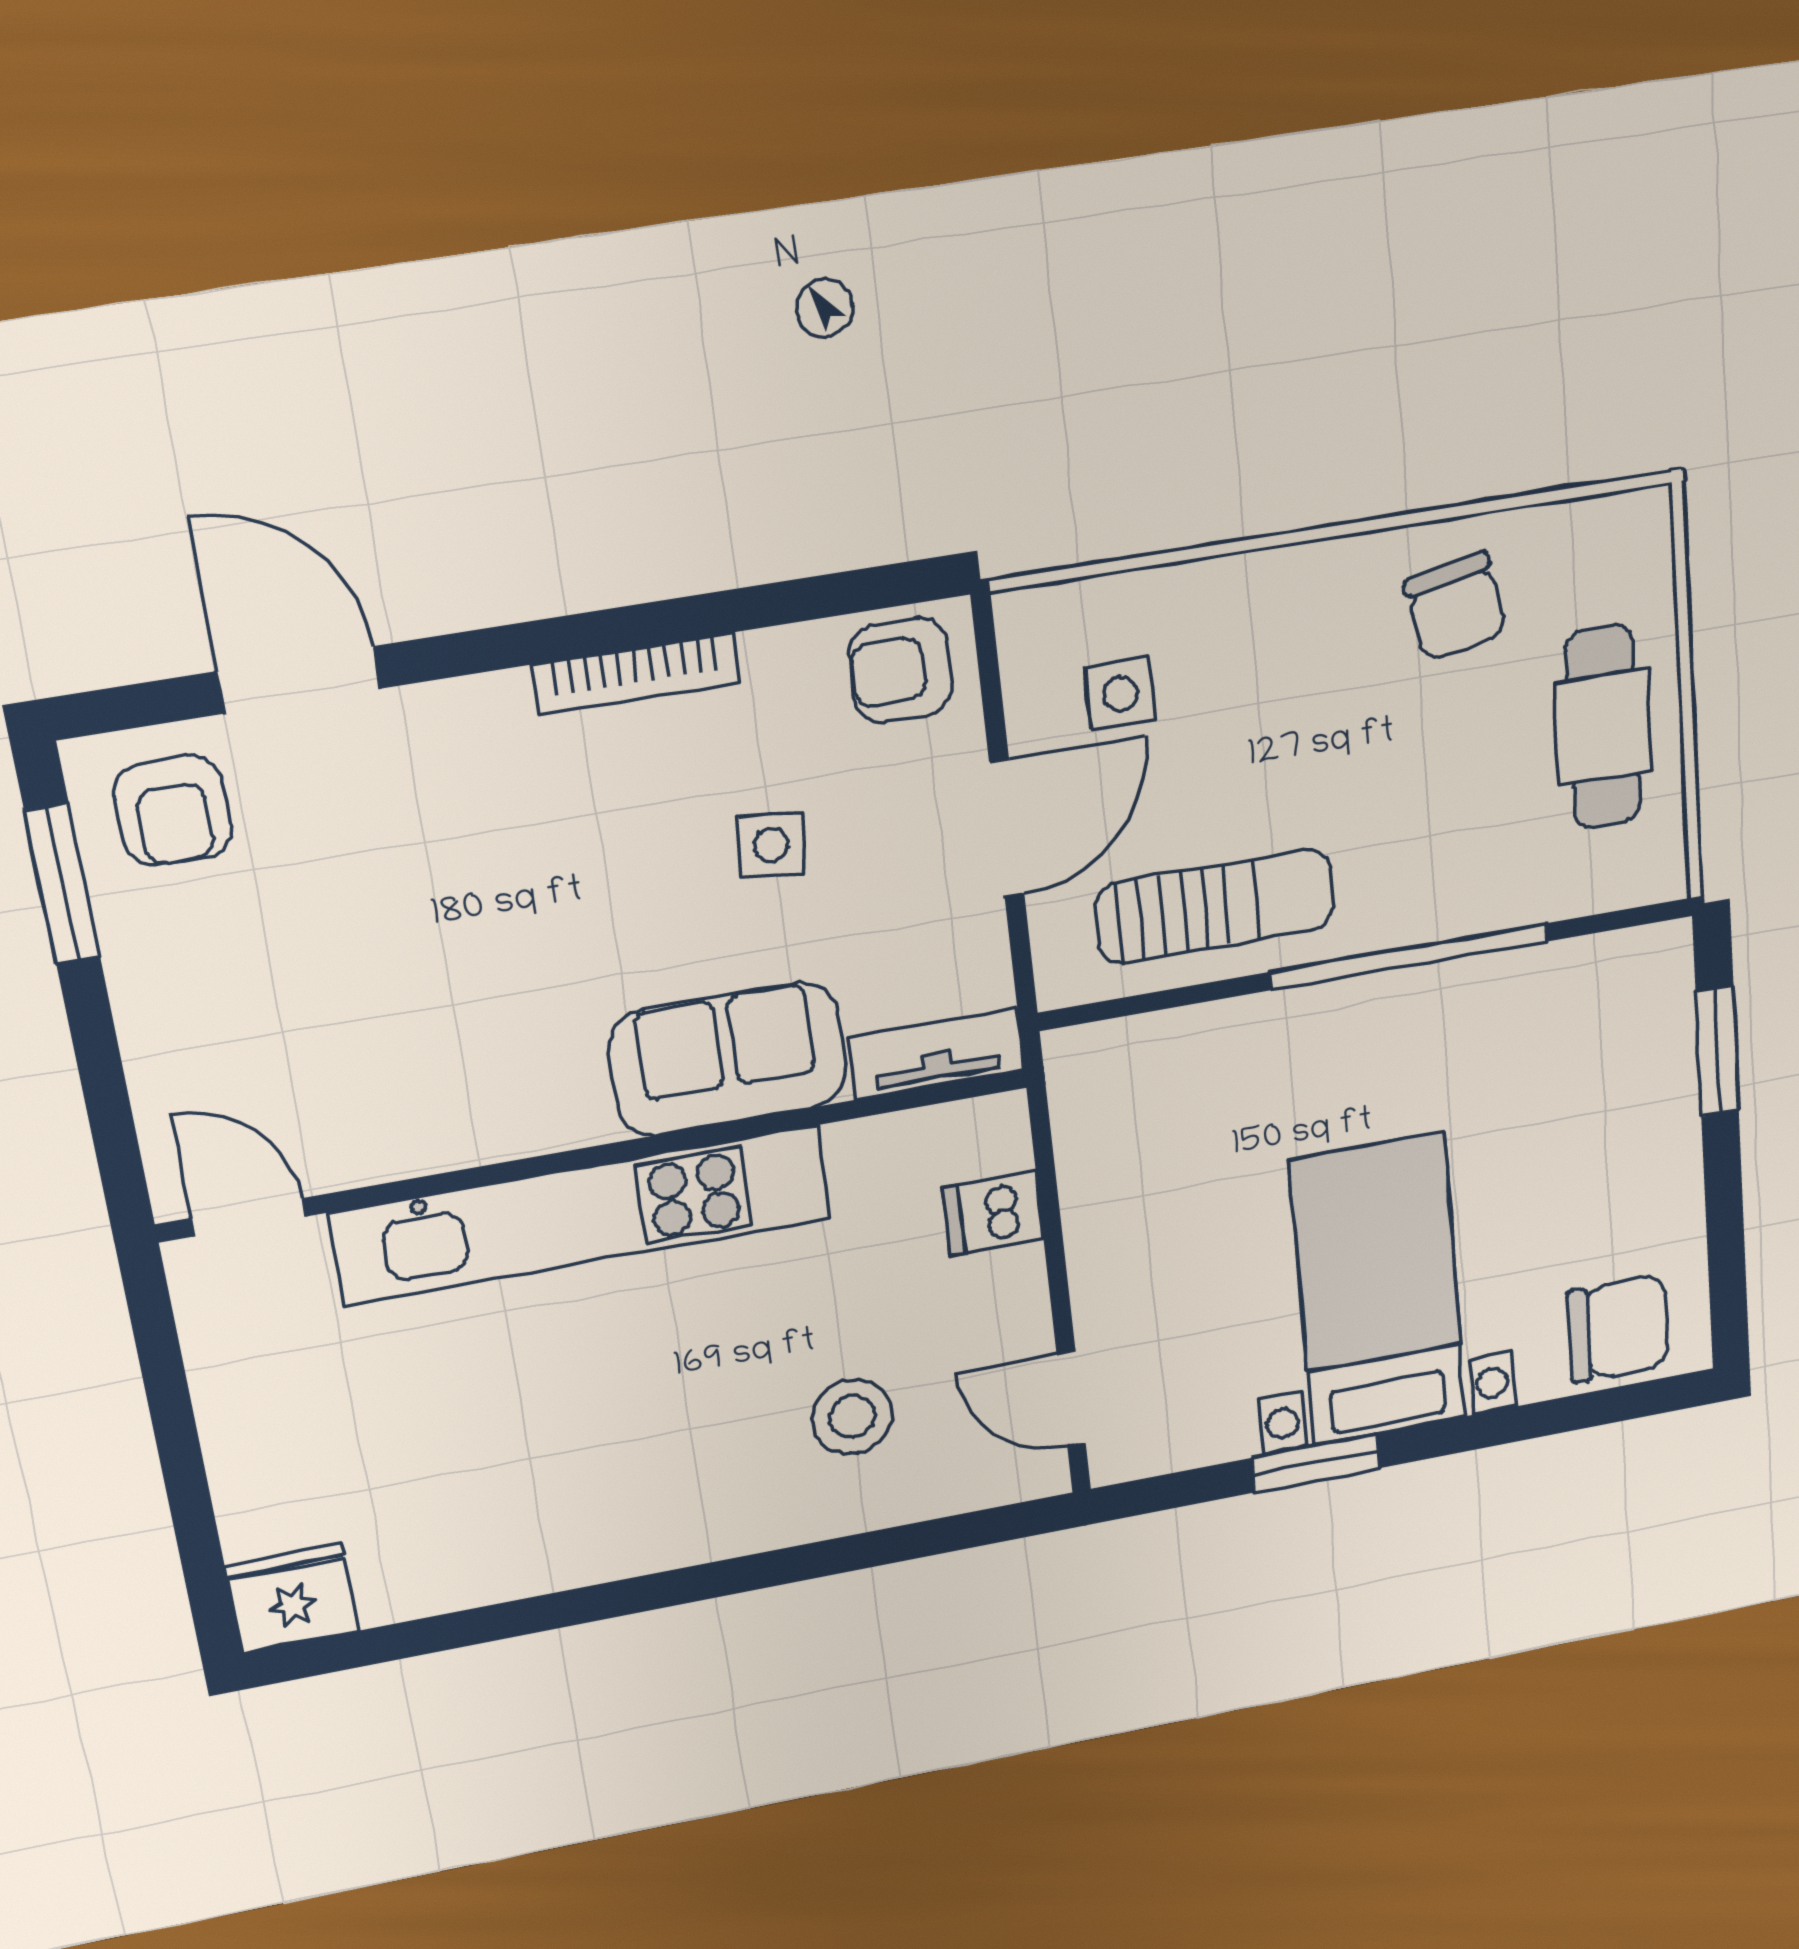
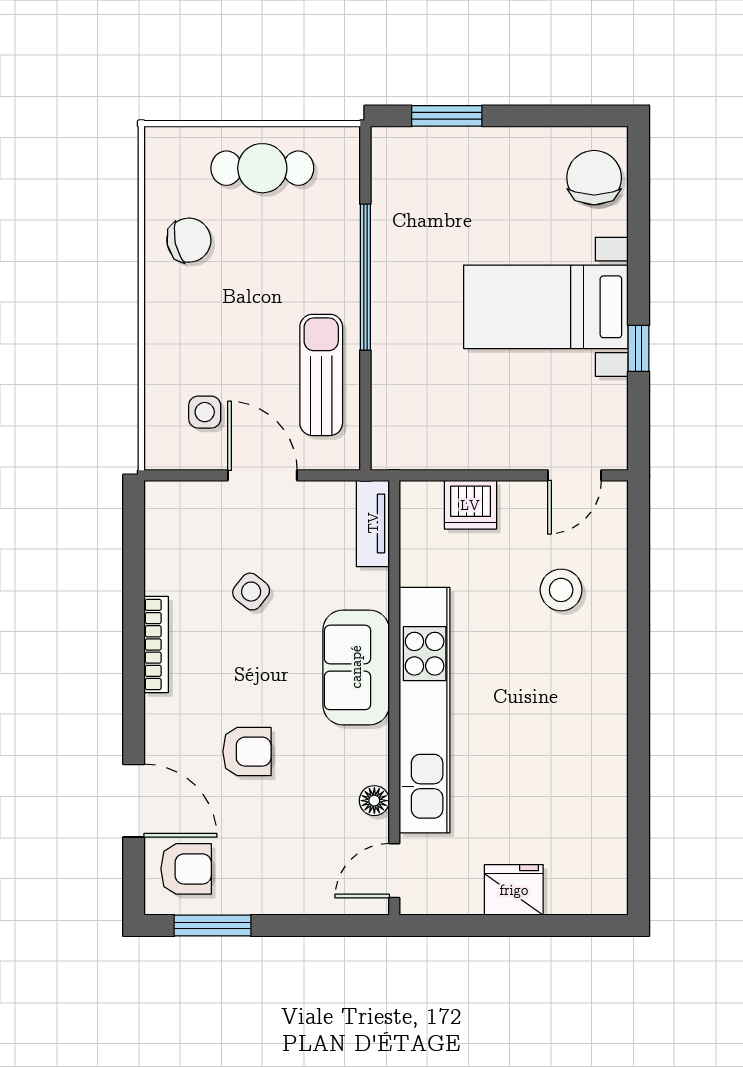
armchair: (901, 670) -> (247, 752), moved, turned -90
door: (299, 680) -> (134, 801), swing flipped
side table: (771, 845) -> (251, 592), turned 32
sofa: (728, 1059) -> (356, 667), moved
floor lamp: (384, 1154) -> (374, 801), added
dishwasher: (993, 1213) -> (470, 505), width x1.38
window: (1316, 1463) -> (638, 348), width x0.67
fridge: (292, 1598) -> (514, 890), moved, turned 90

